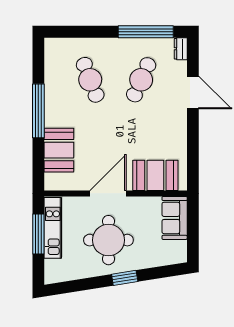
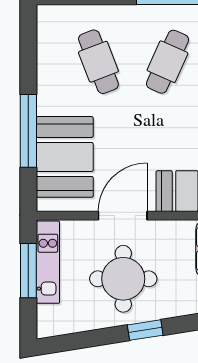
window: (38, 111) -> (28, 131), moved
booth: (59, 150) -> (65, 157), width x1.36, depth x1.42

